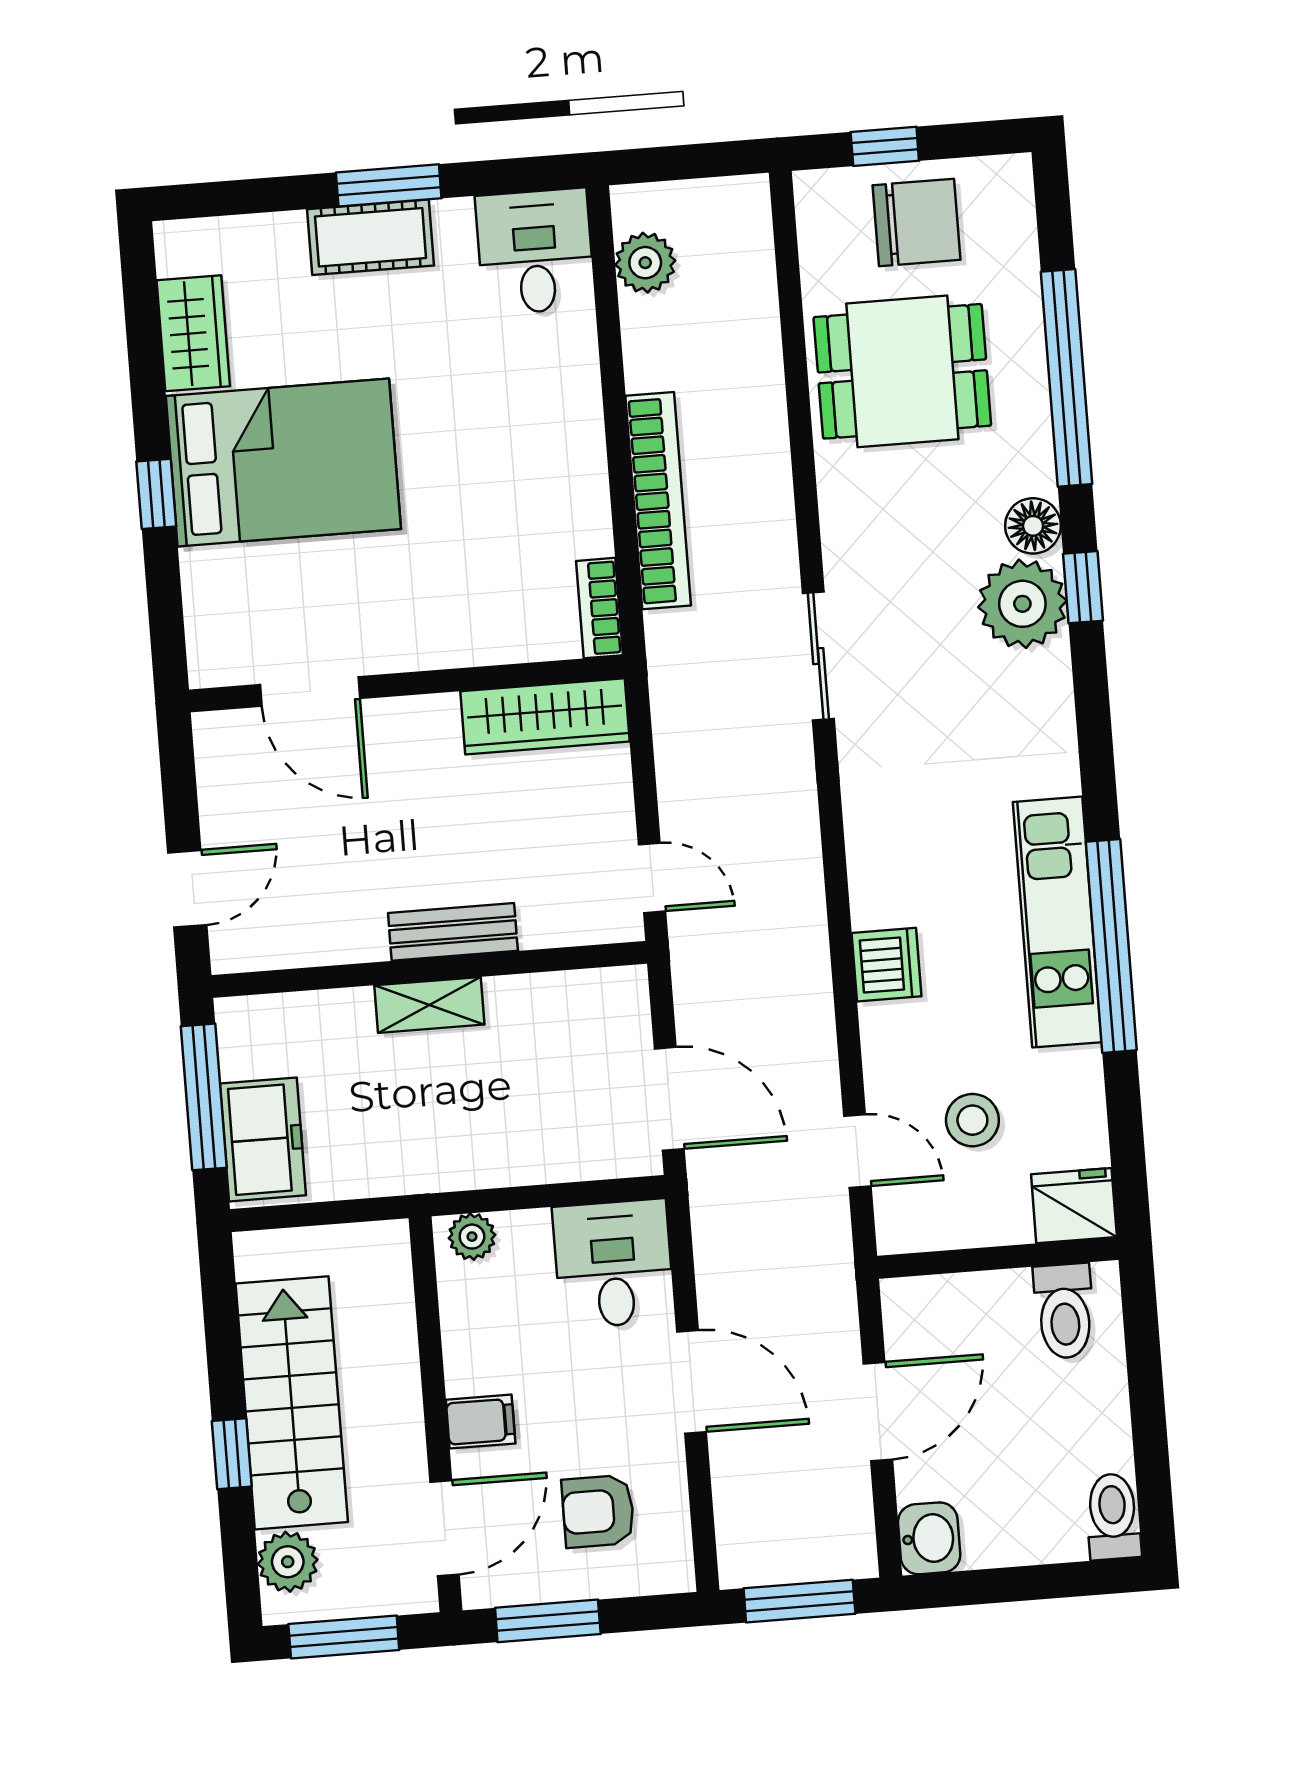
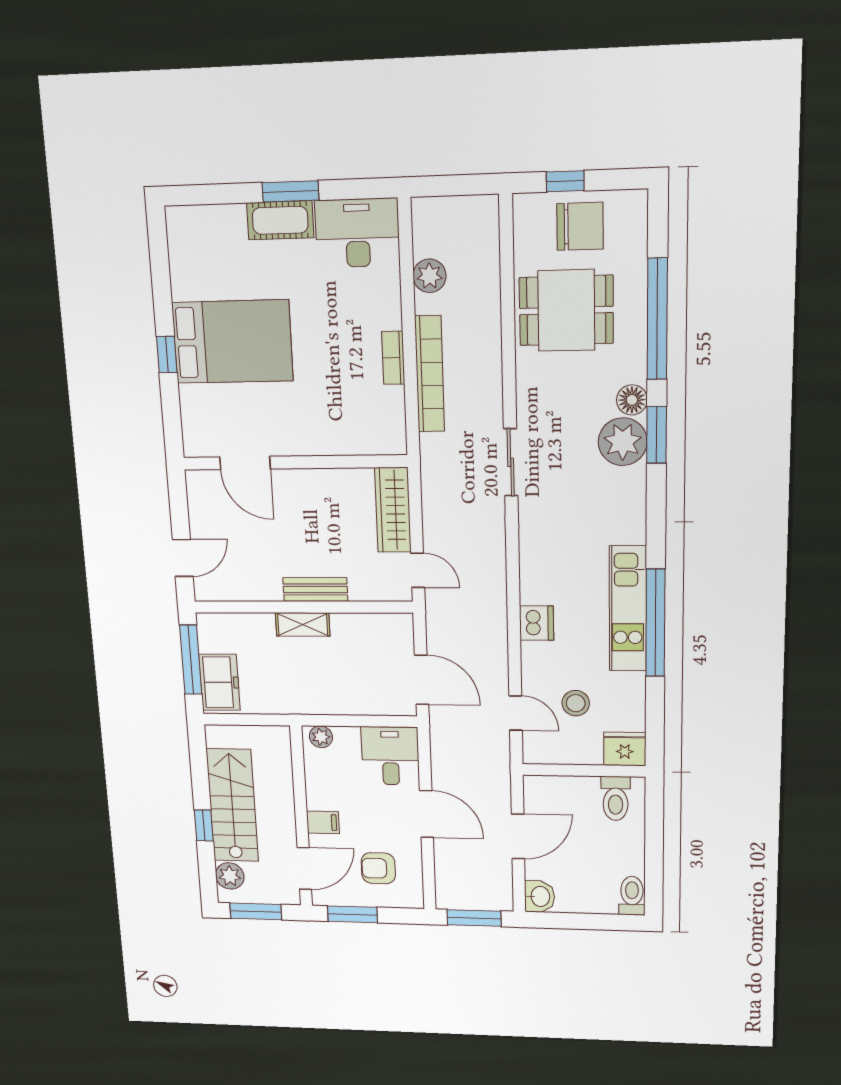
desk: (535, 251) -> (357, 233), width x1.37
plant: (645, 263) -> (429, 276), moved
wardrobe: (193, 333) -> (186, 269), removed
window: (1083, 587) -> (657, 435), width x1.50
bookcase: (600, 608) -> (393, 358), moved
wardrobe: (545, 716) -> (393, 510), moved, turned 90

